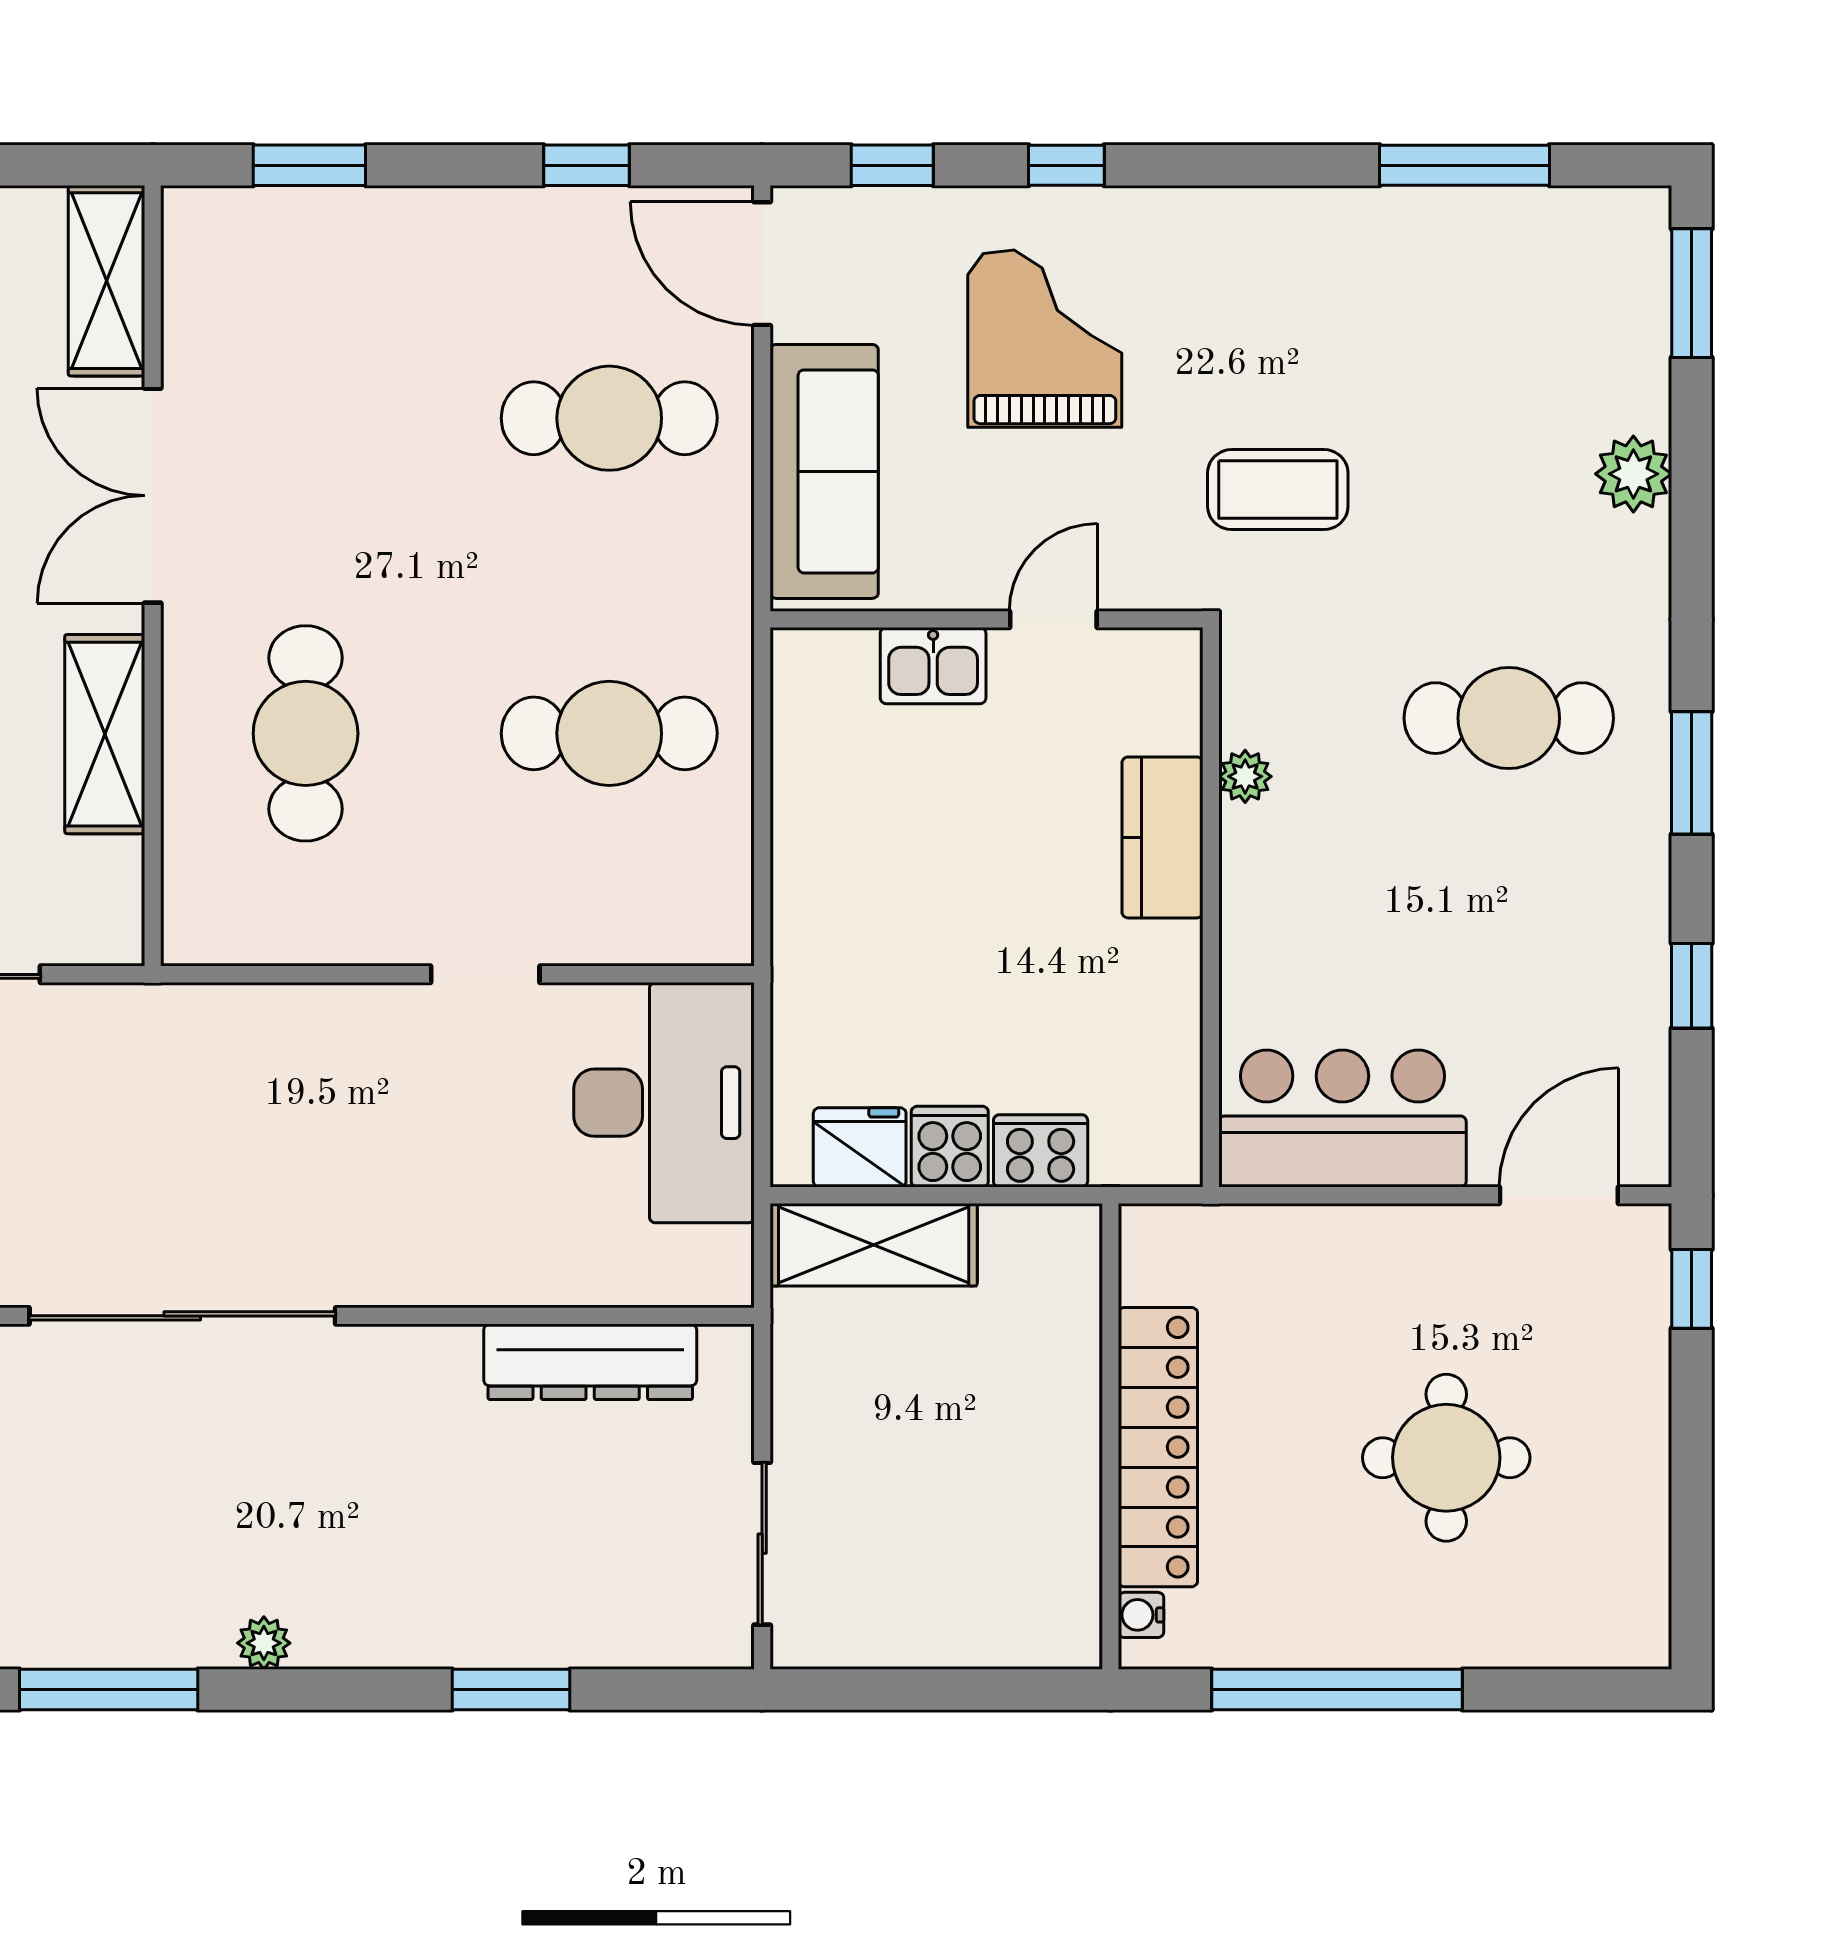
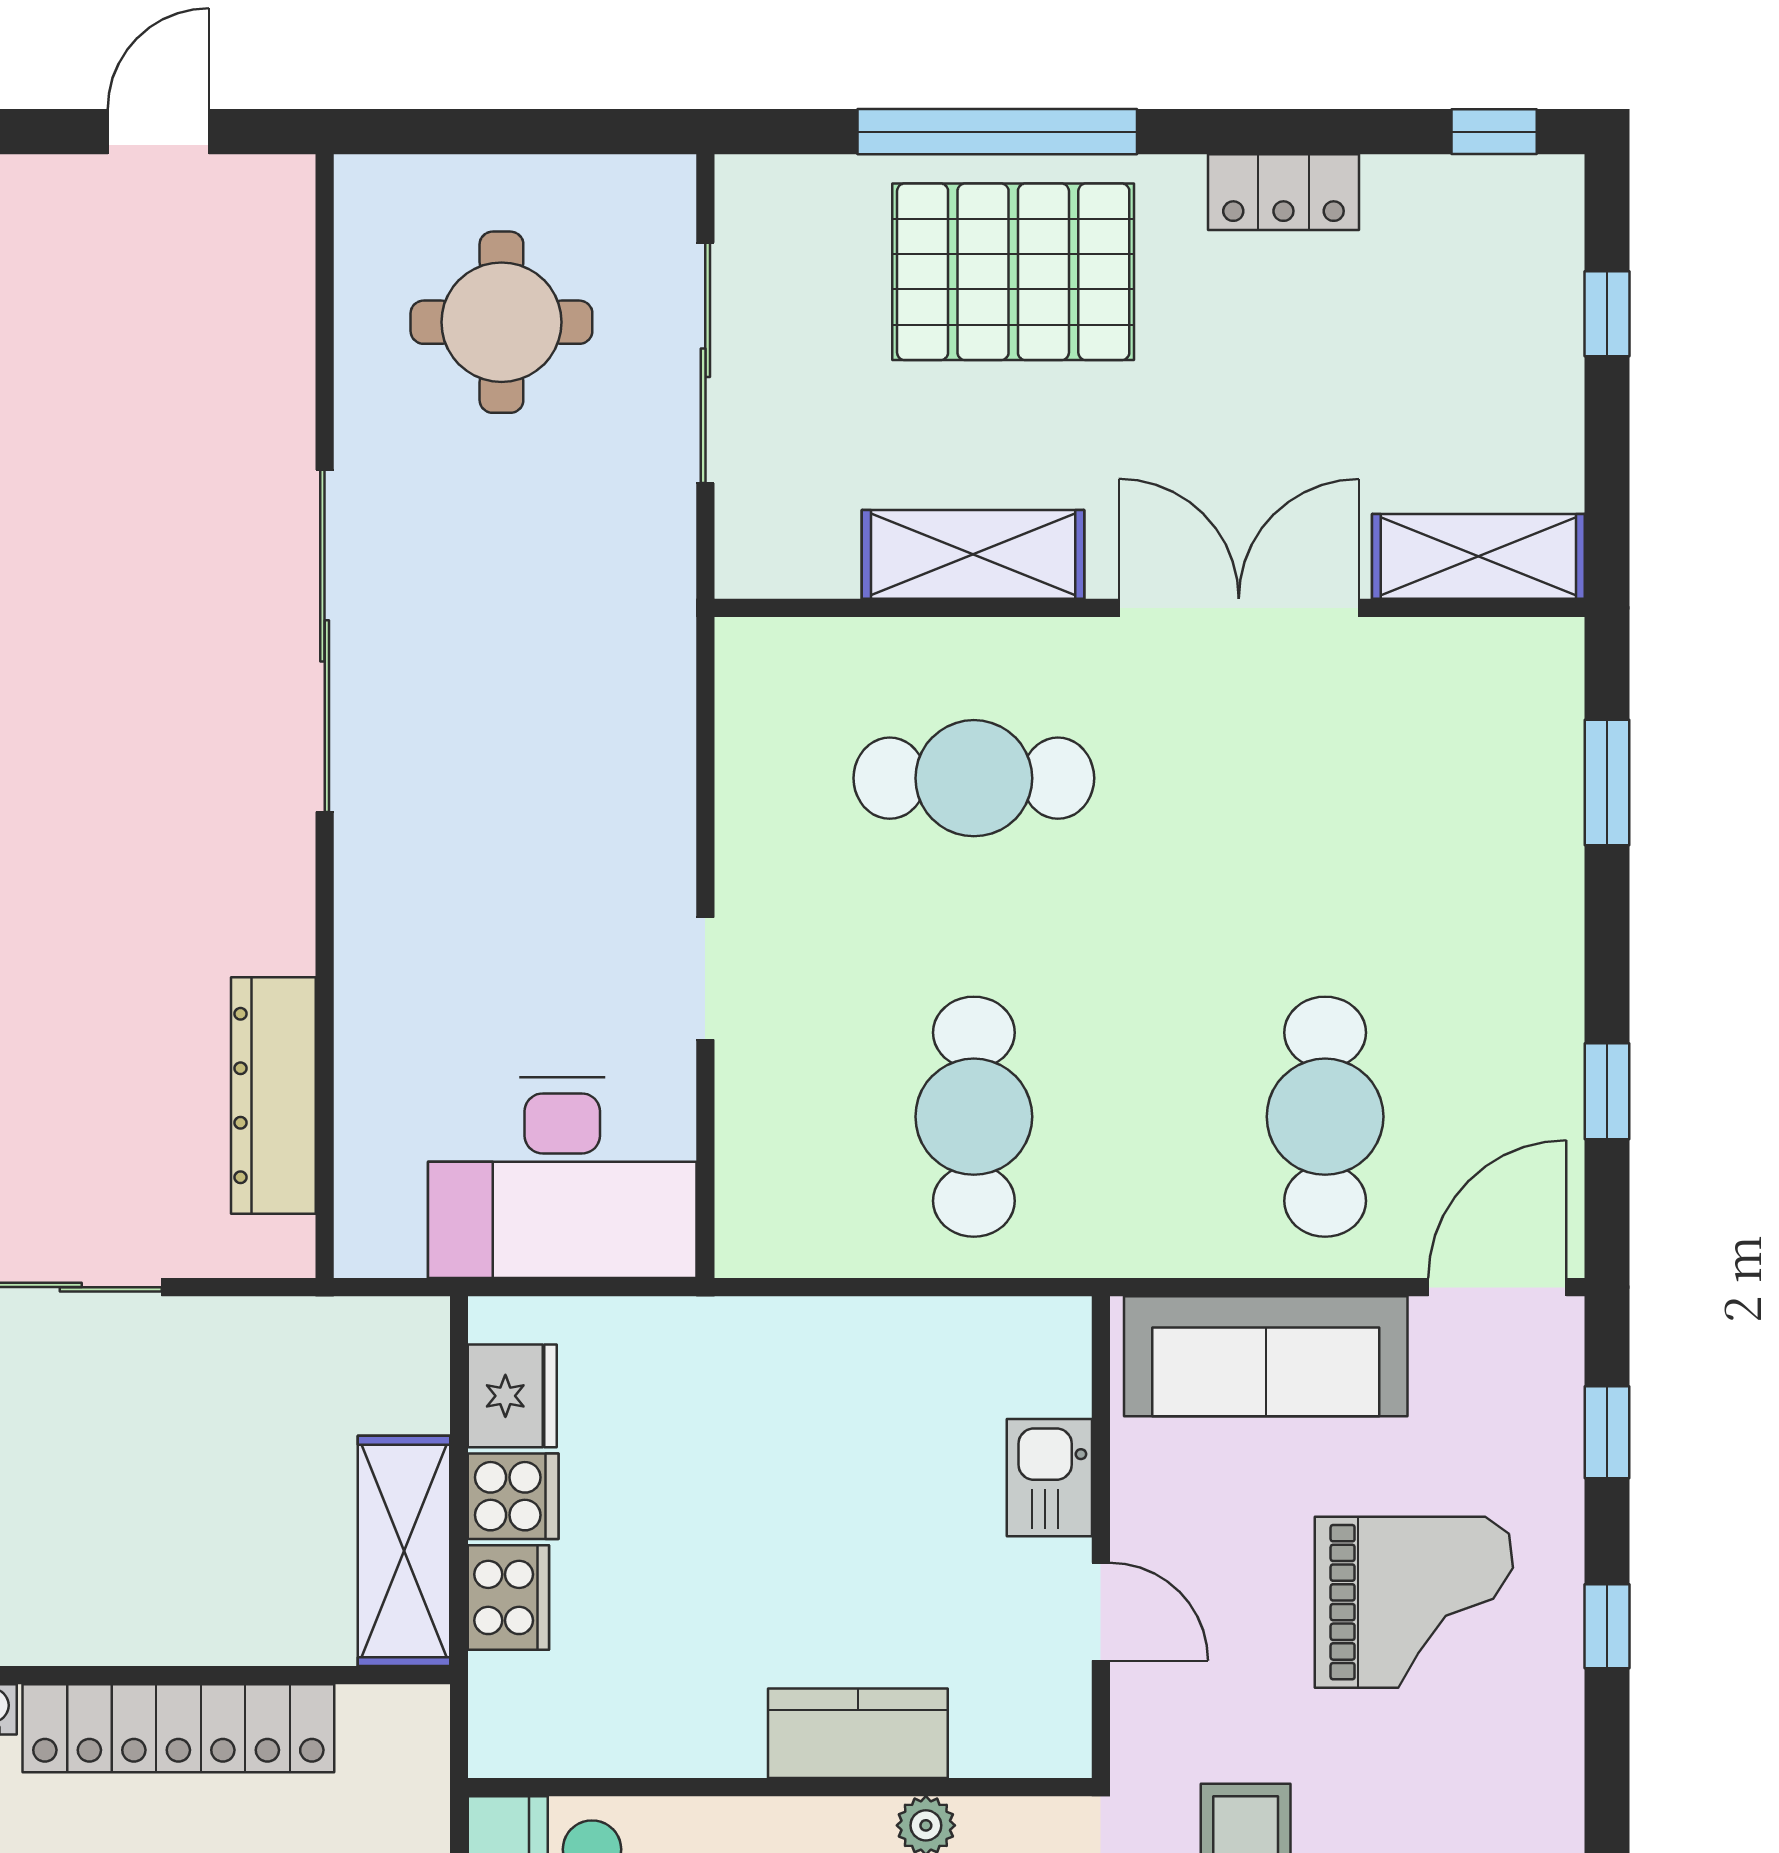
shelving: (874, 1245) -> (404, 1551), moved

